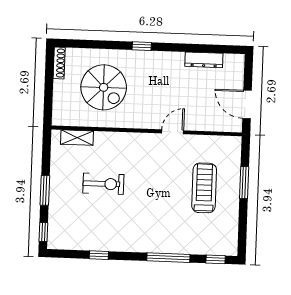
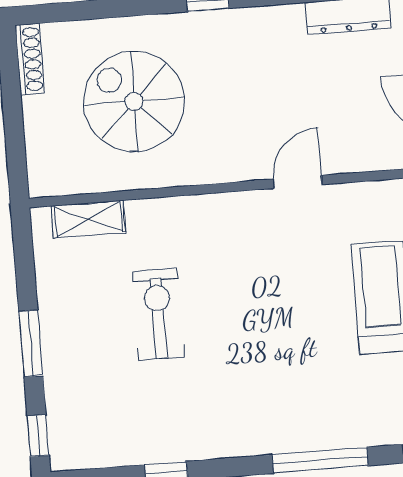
spiral stairs: (104, 87) -> (134, 101), turned 180
exercise bike: (103, 184) -> (158, 314), turned -90

